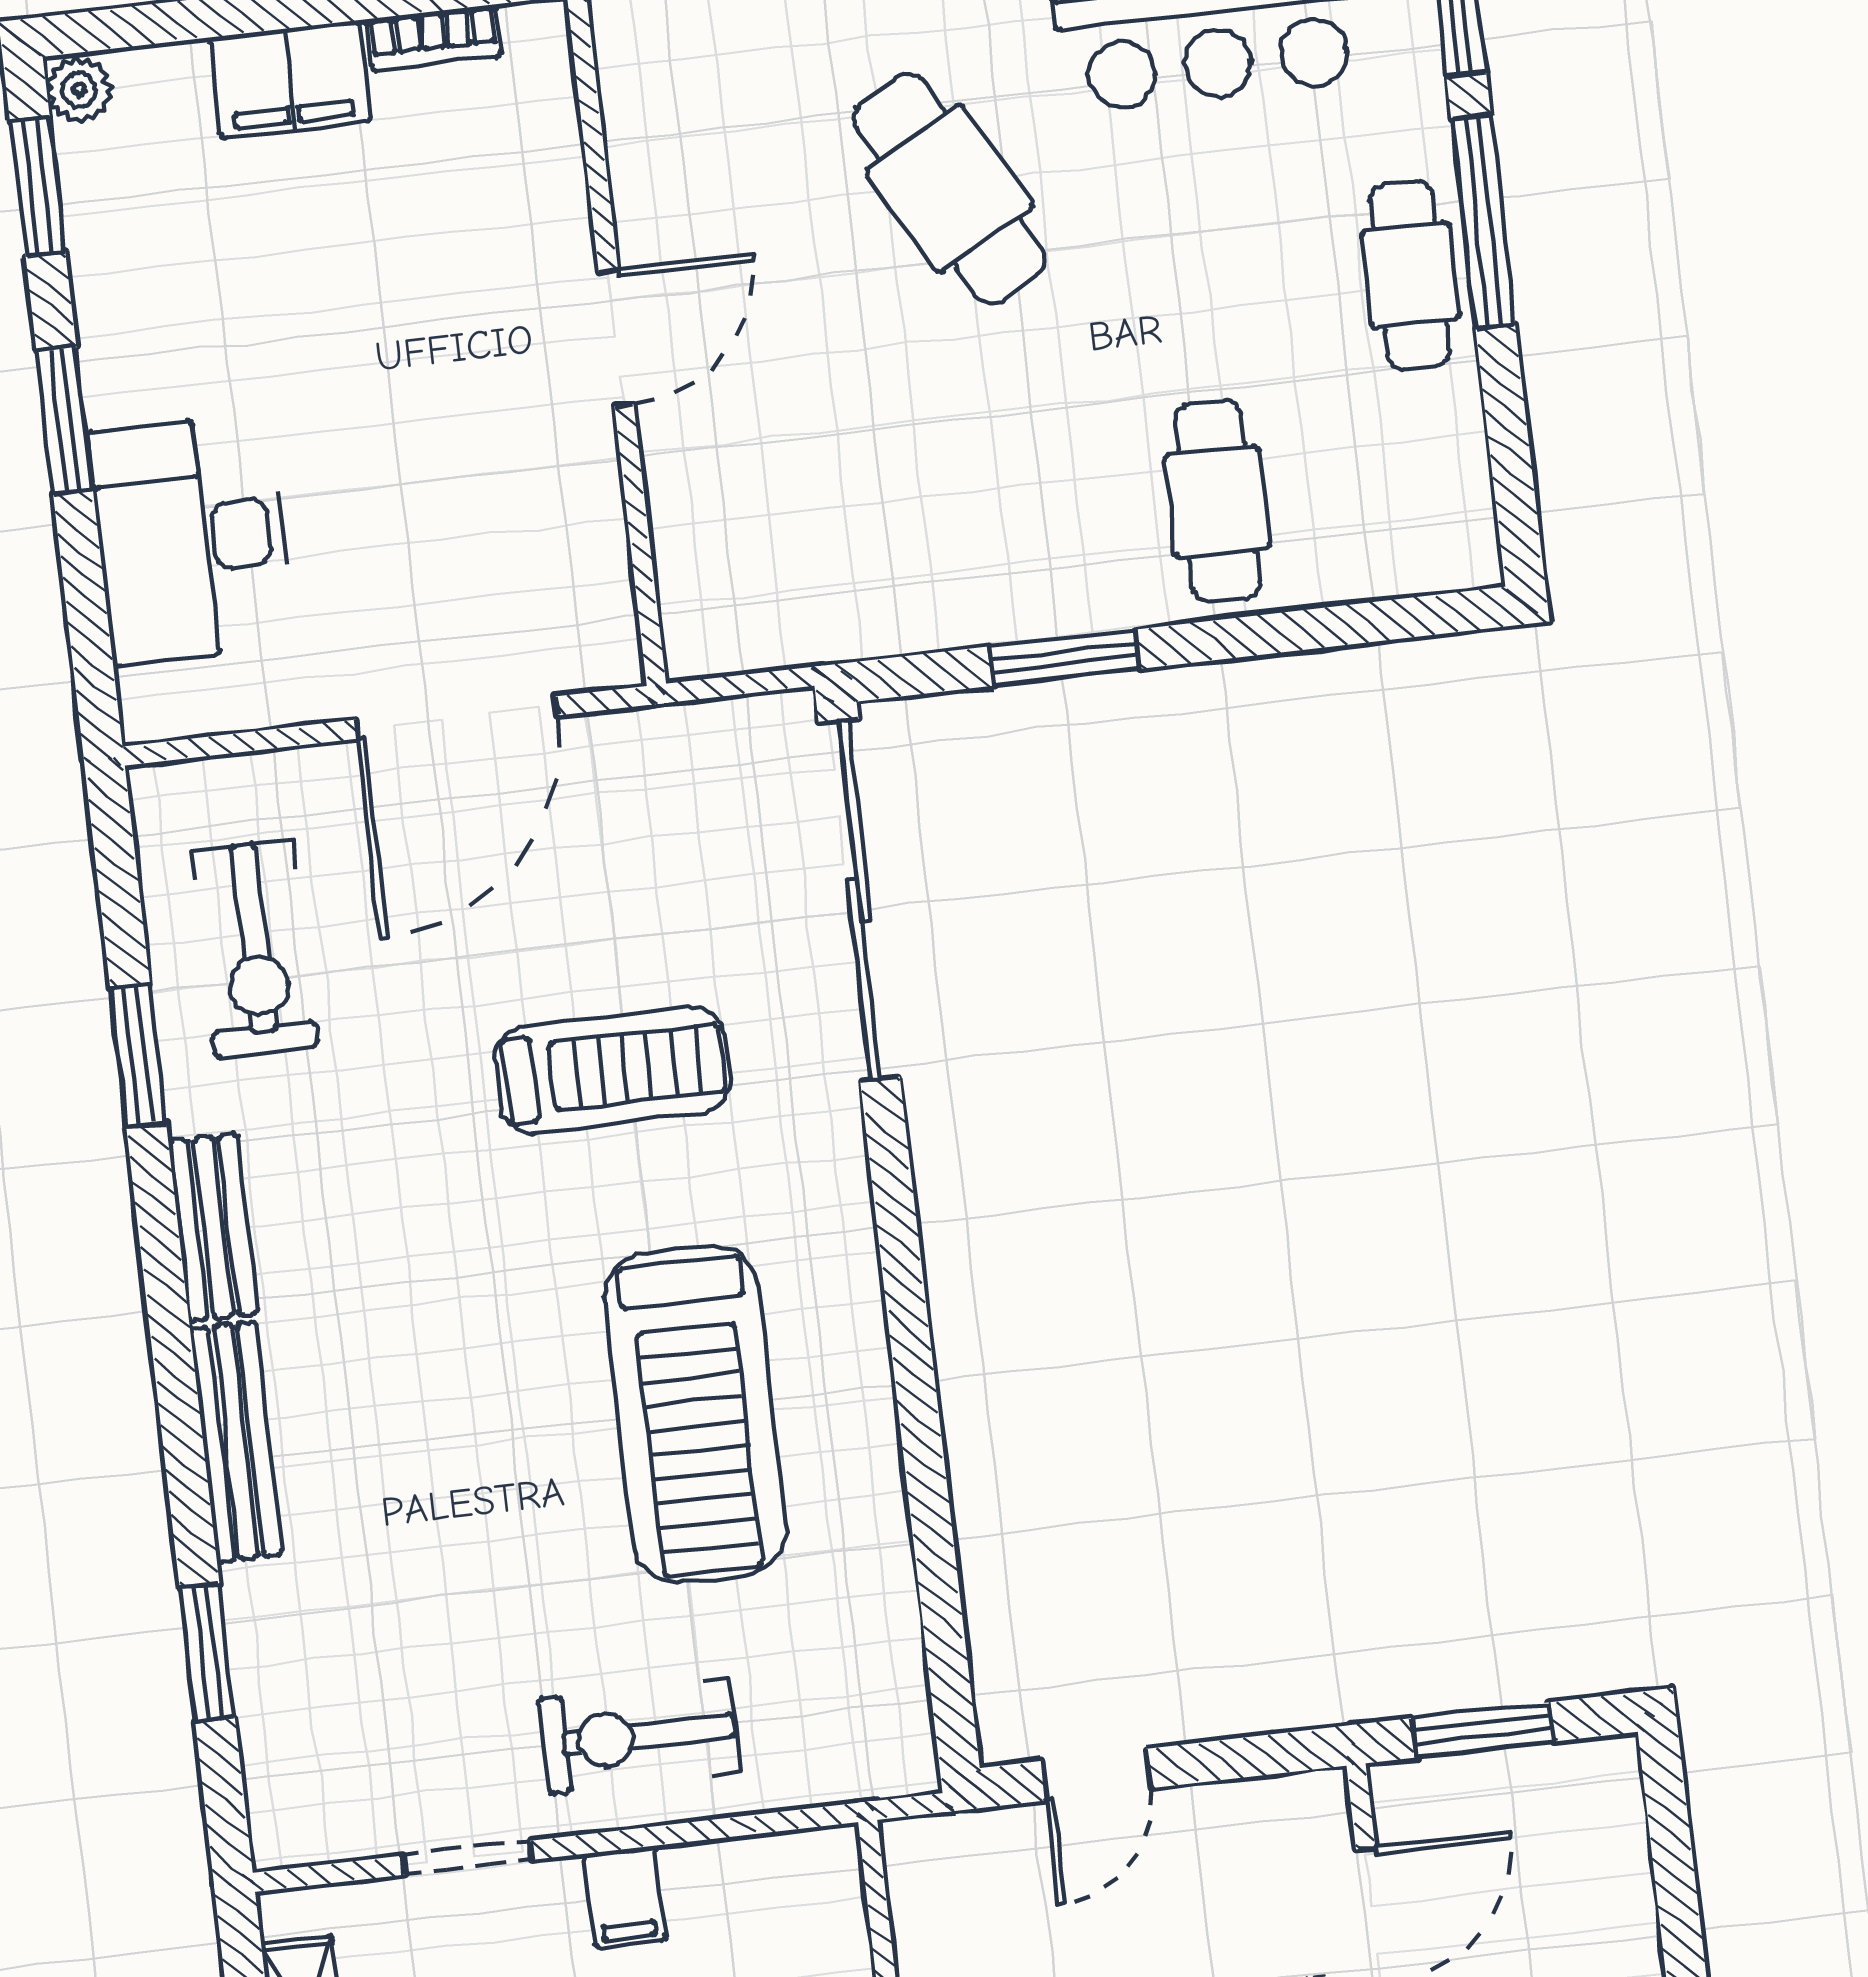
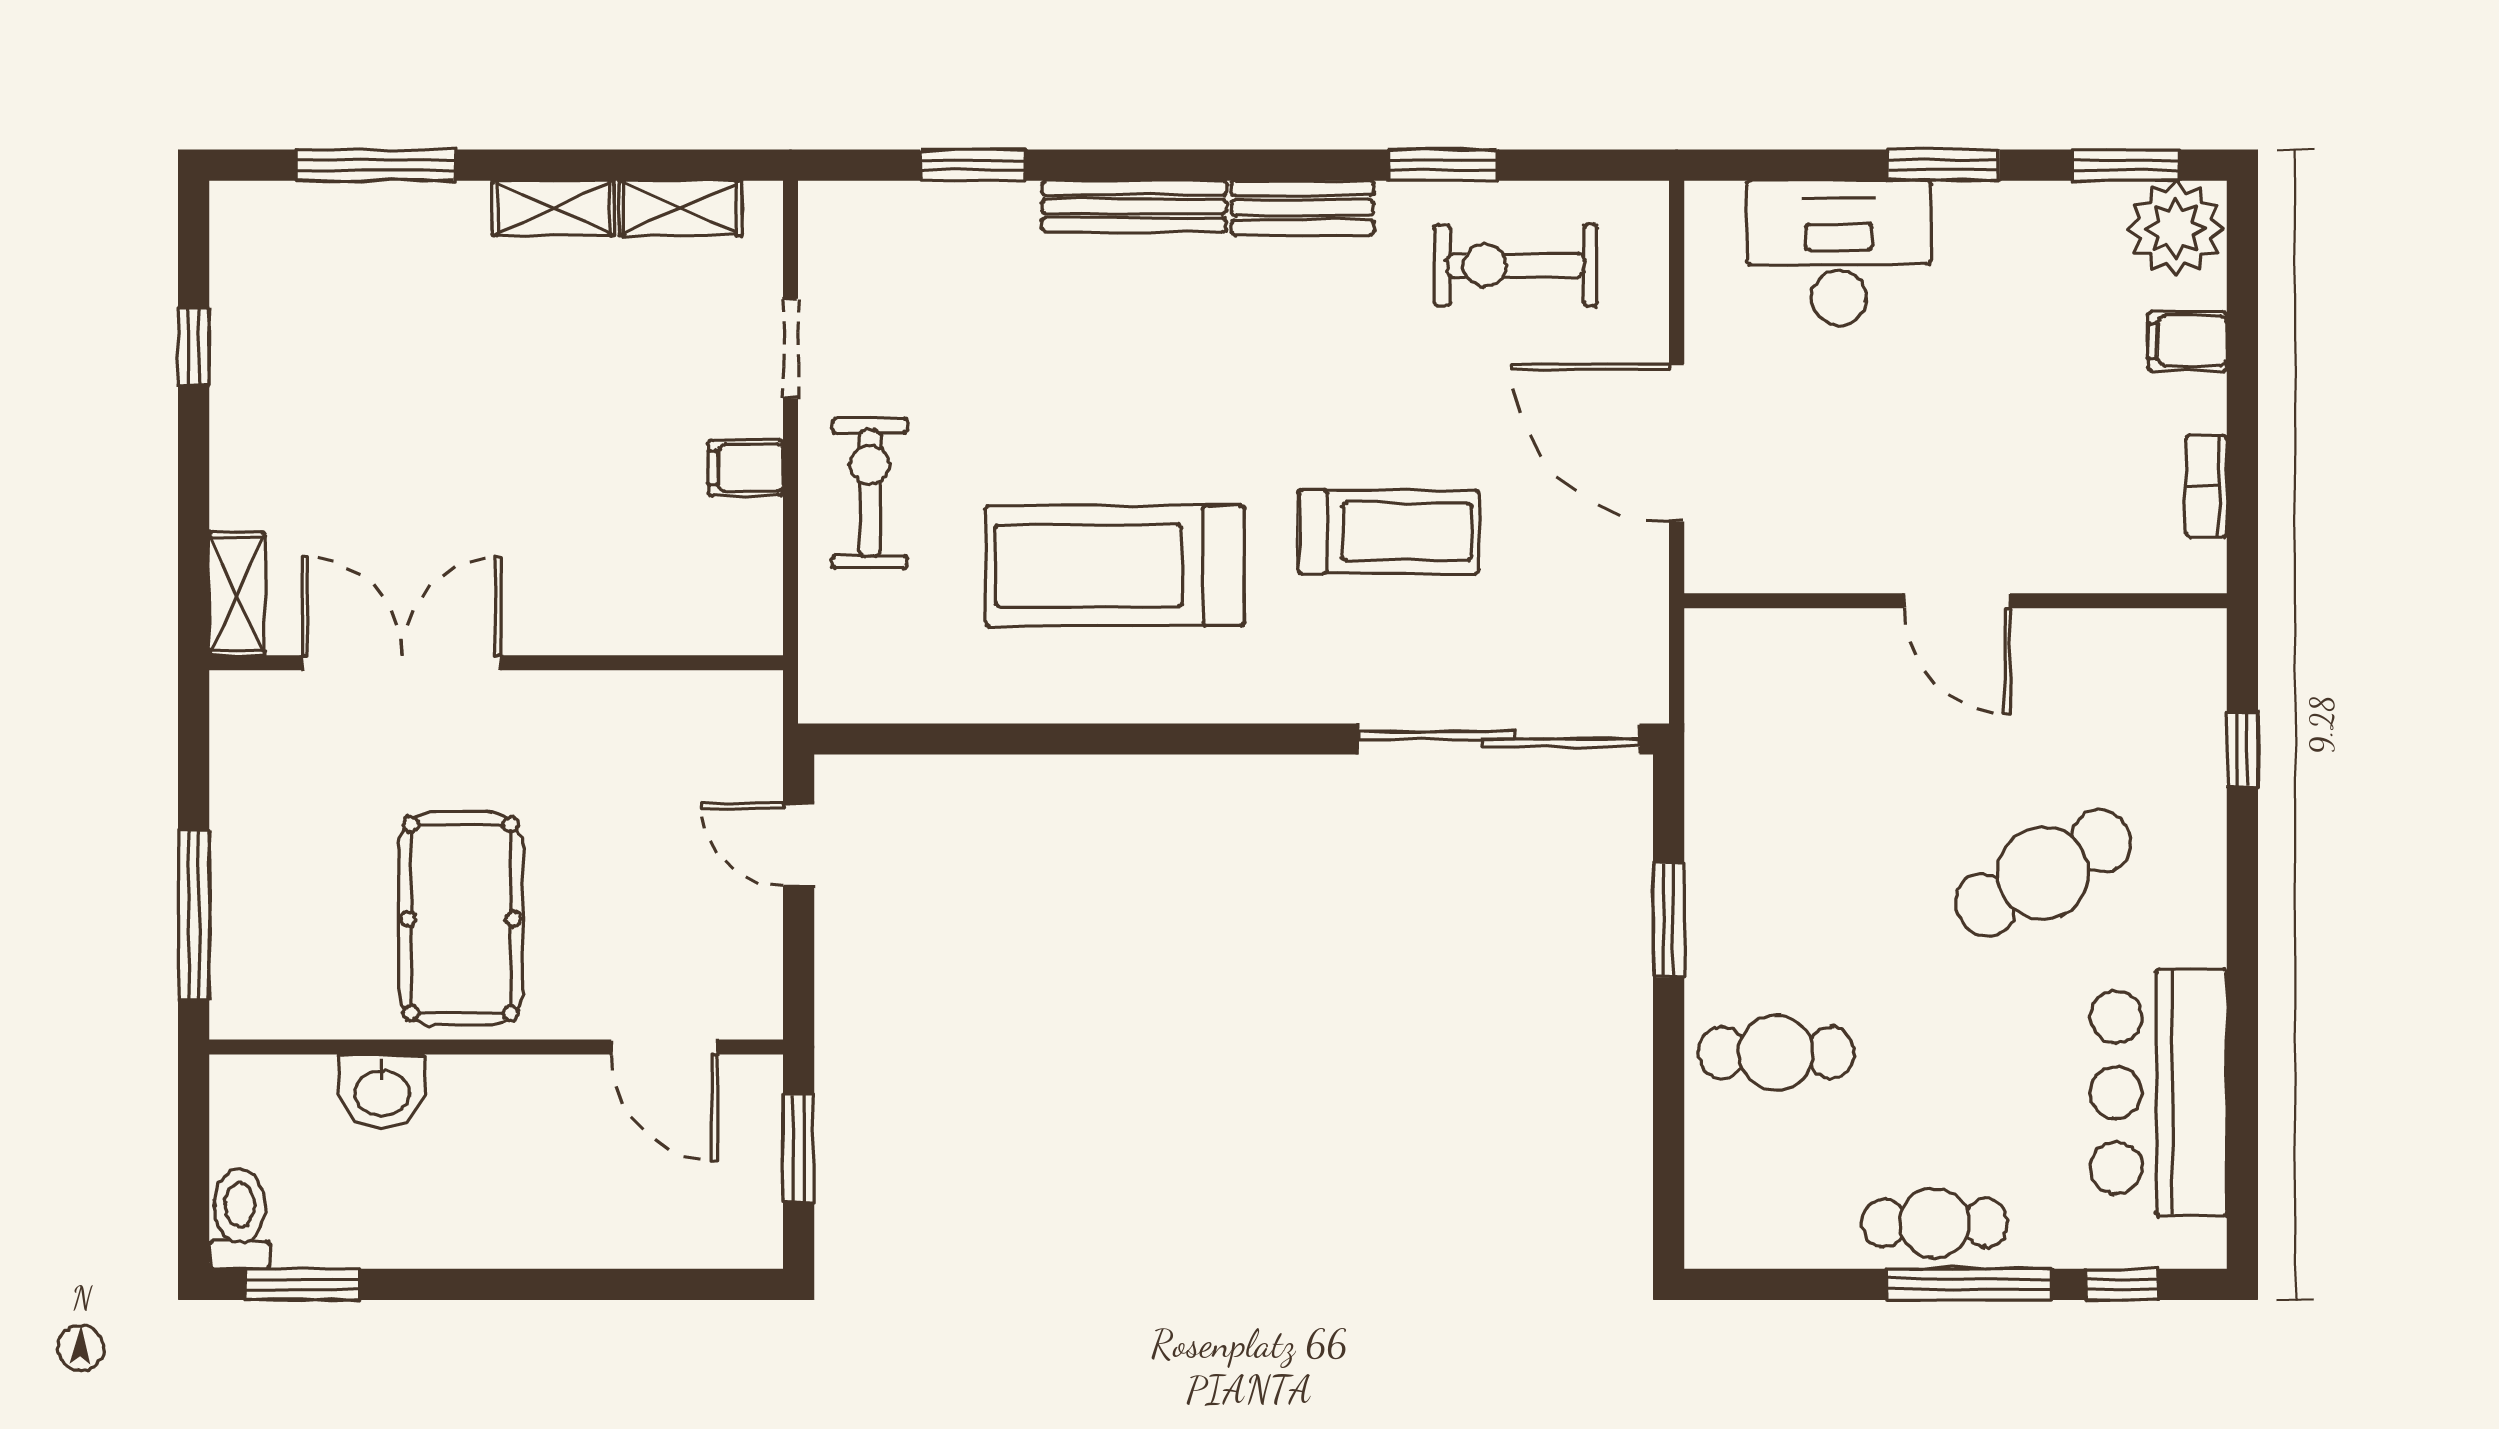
filing cabinet: (290, 79) -> (2187, 341), width x0.50
plant: (79, 90) -> (2176, 228), width x1.88, depth x1.88
treadmill: (612, 1070) -> (1389, 532), turned -90

